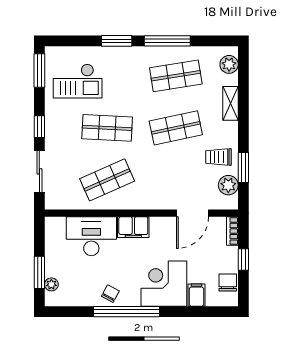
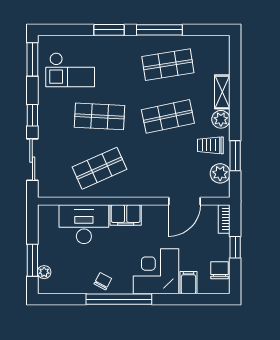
plant: (229, 64) -> (221, 119), moved

